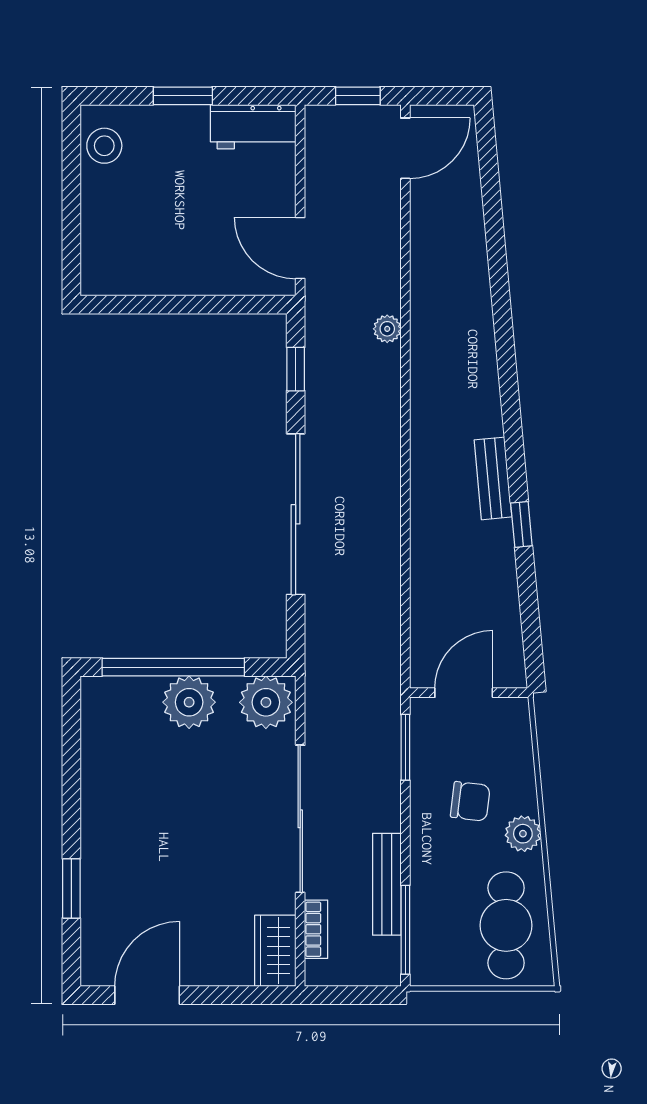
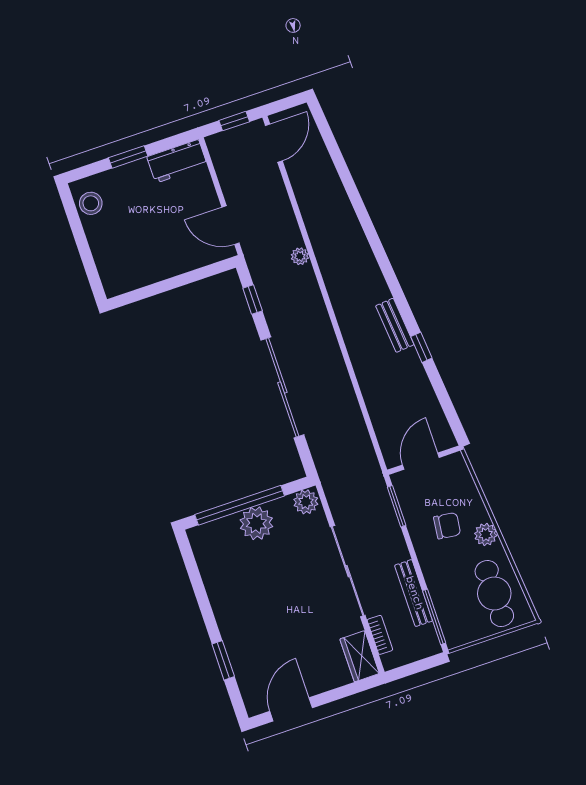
plant: (266, 702) -> (306, 502), width x0.73, depth x0.73

